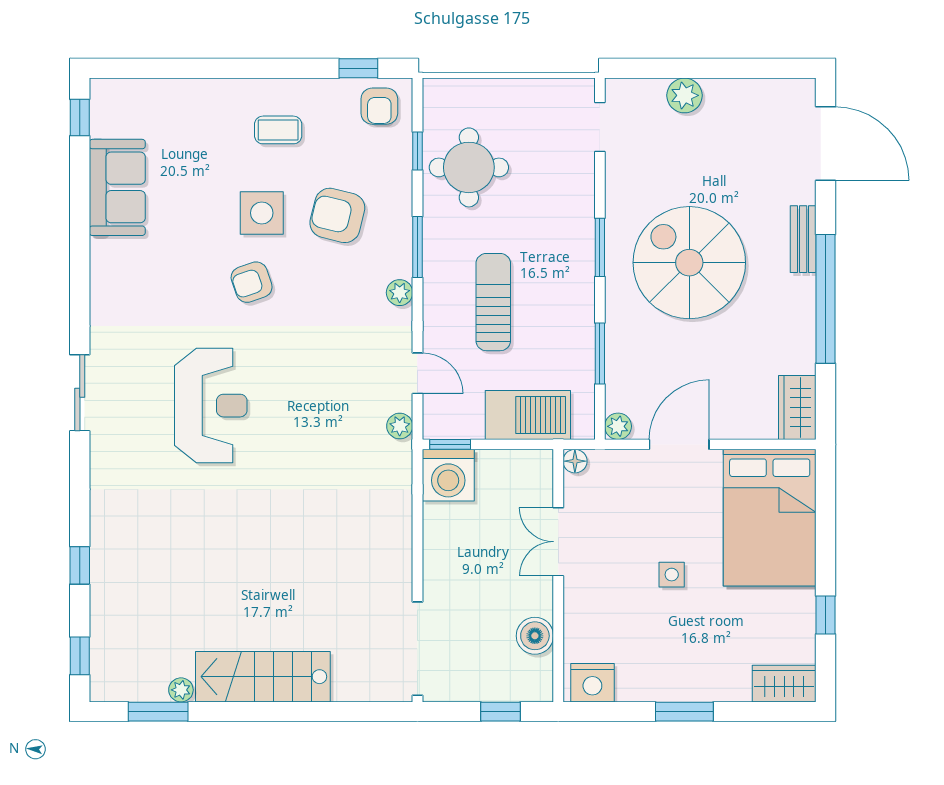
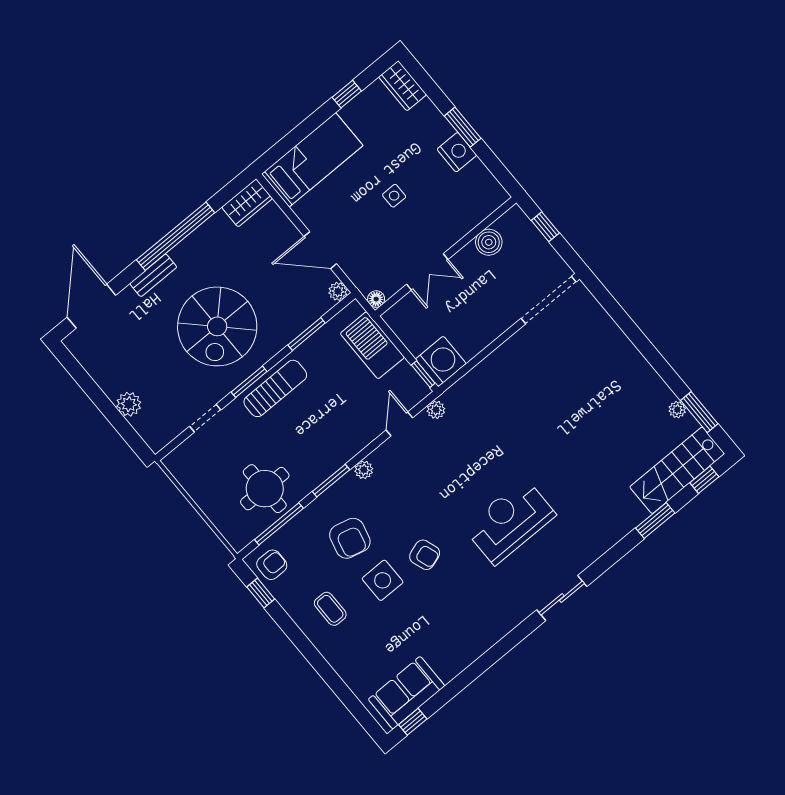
doorway: (600, 127) -> (205, 418), moved
window: (417, 151) -> (279, 524), width x2.17
sofa: (117, 187) -> (407, 693), moved
sun lounger: (493, 302) -> (275, 388), moved, turned 180
bed: (770, 518) -> (312, 160), width x0.67
window: (80, 565) -> (655, 520), width x1.50
stairs: (263, 677) -> (677, 470), moved, turned 90
nightstand: (592, 683) -> (457, 152), moved

